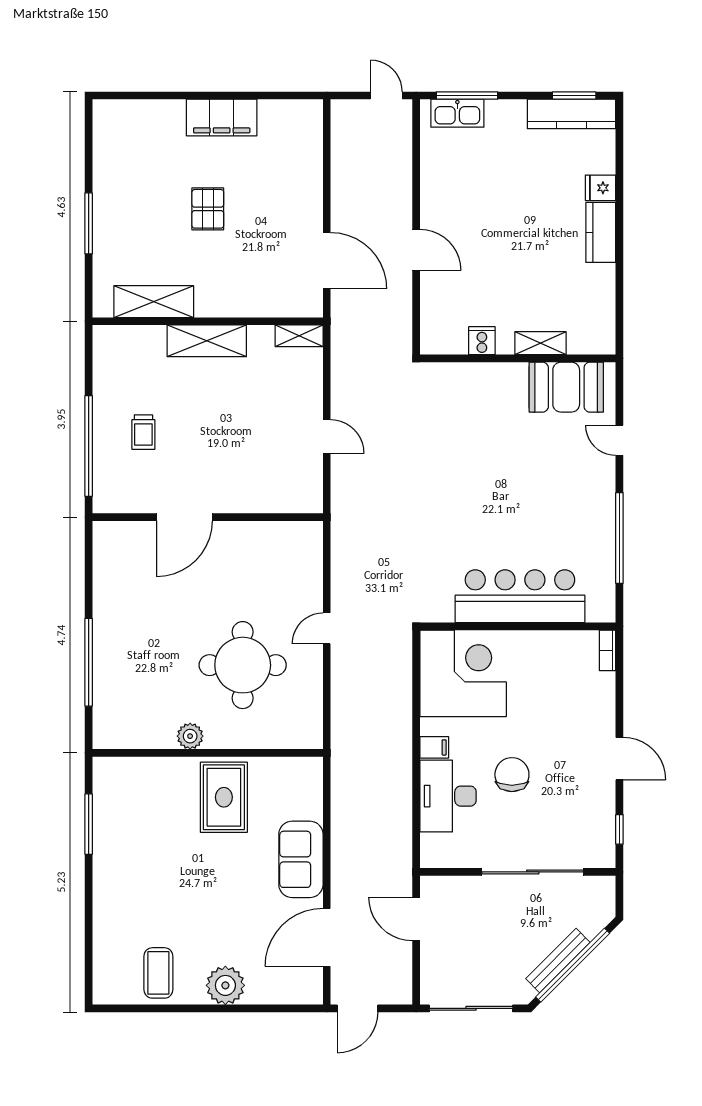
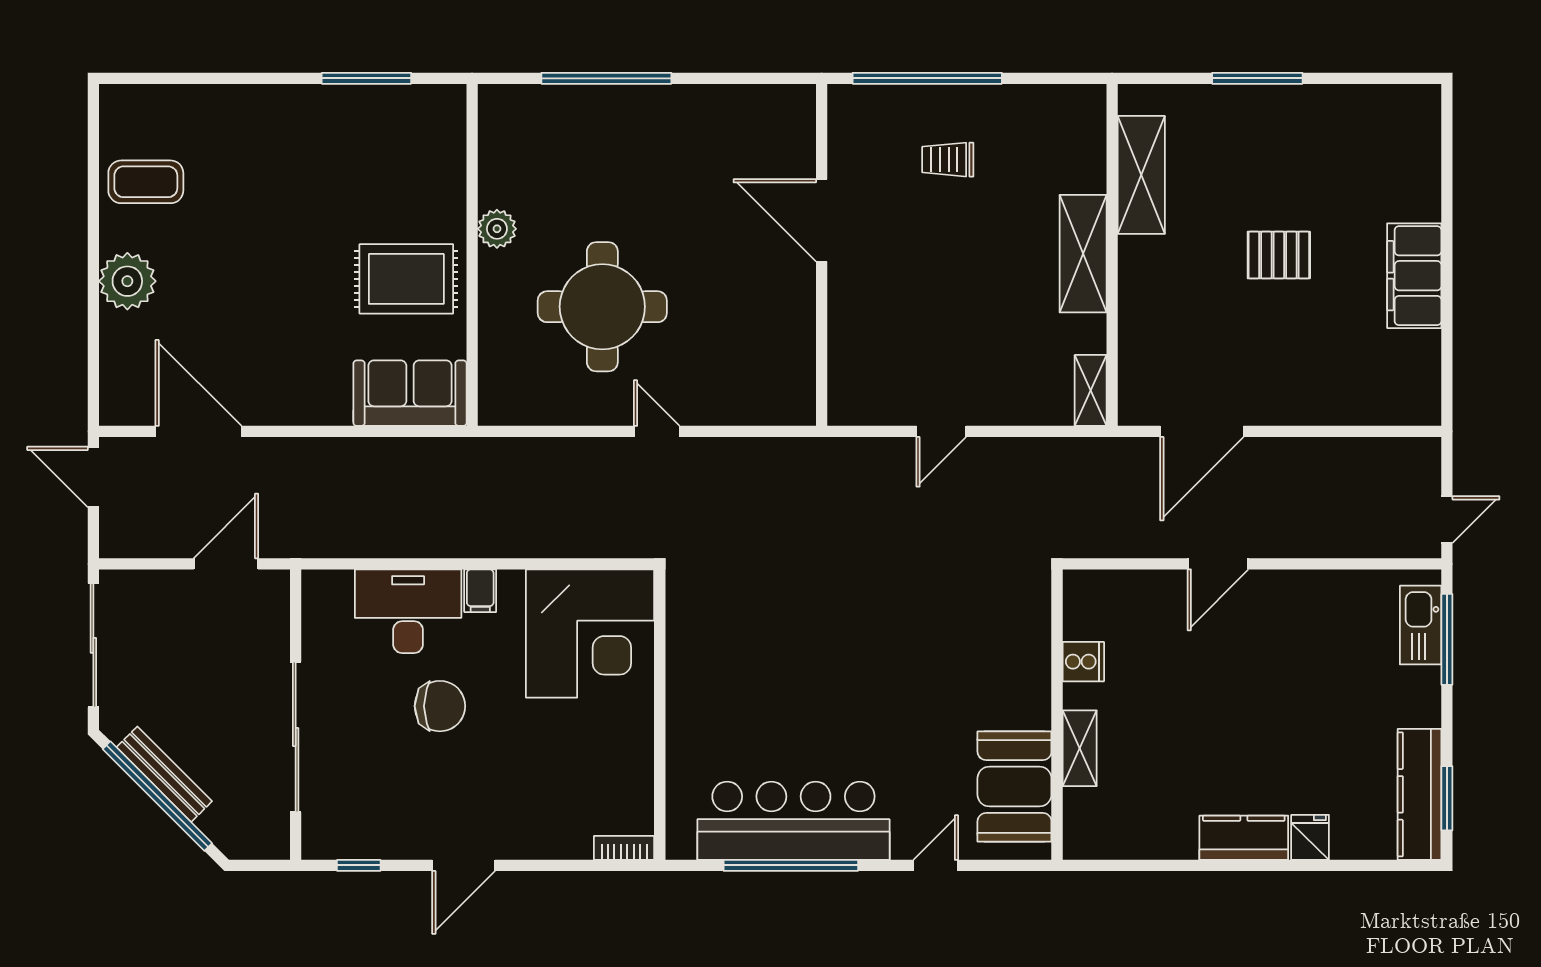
bar counter: (520, 596) -> (793, 821), moved, turned -90
sofa: (301, 859) -> (410, 393), moved

